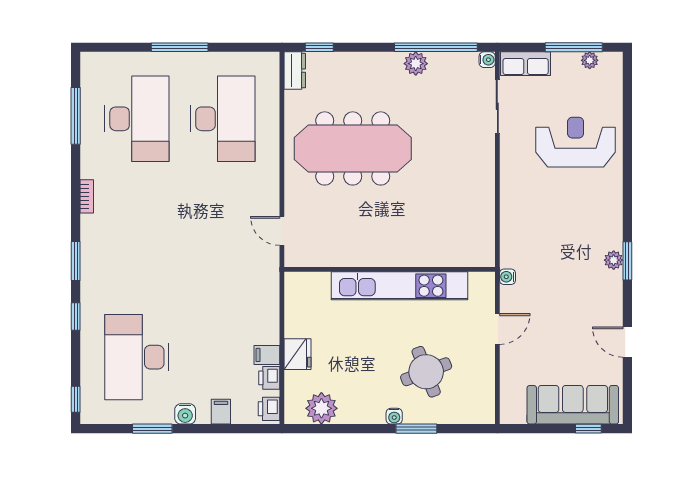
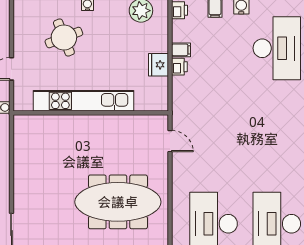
fridge: (298, 354) -> (159, 65), moved
printer: (269, 378) -> (179, 67), moved

